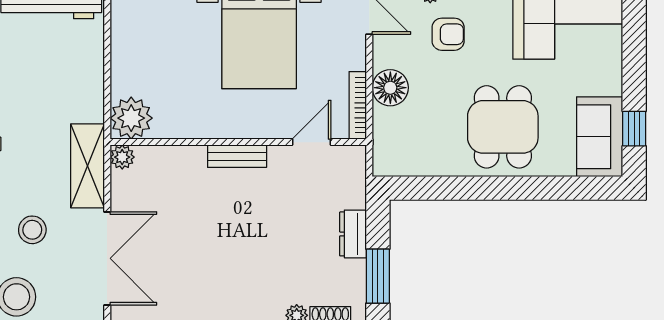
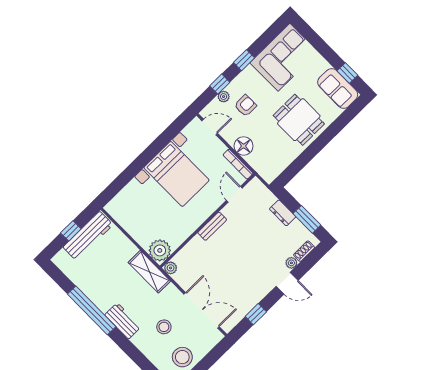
shelving: (87, 166) -> (149, 272), moved

